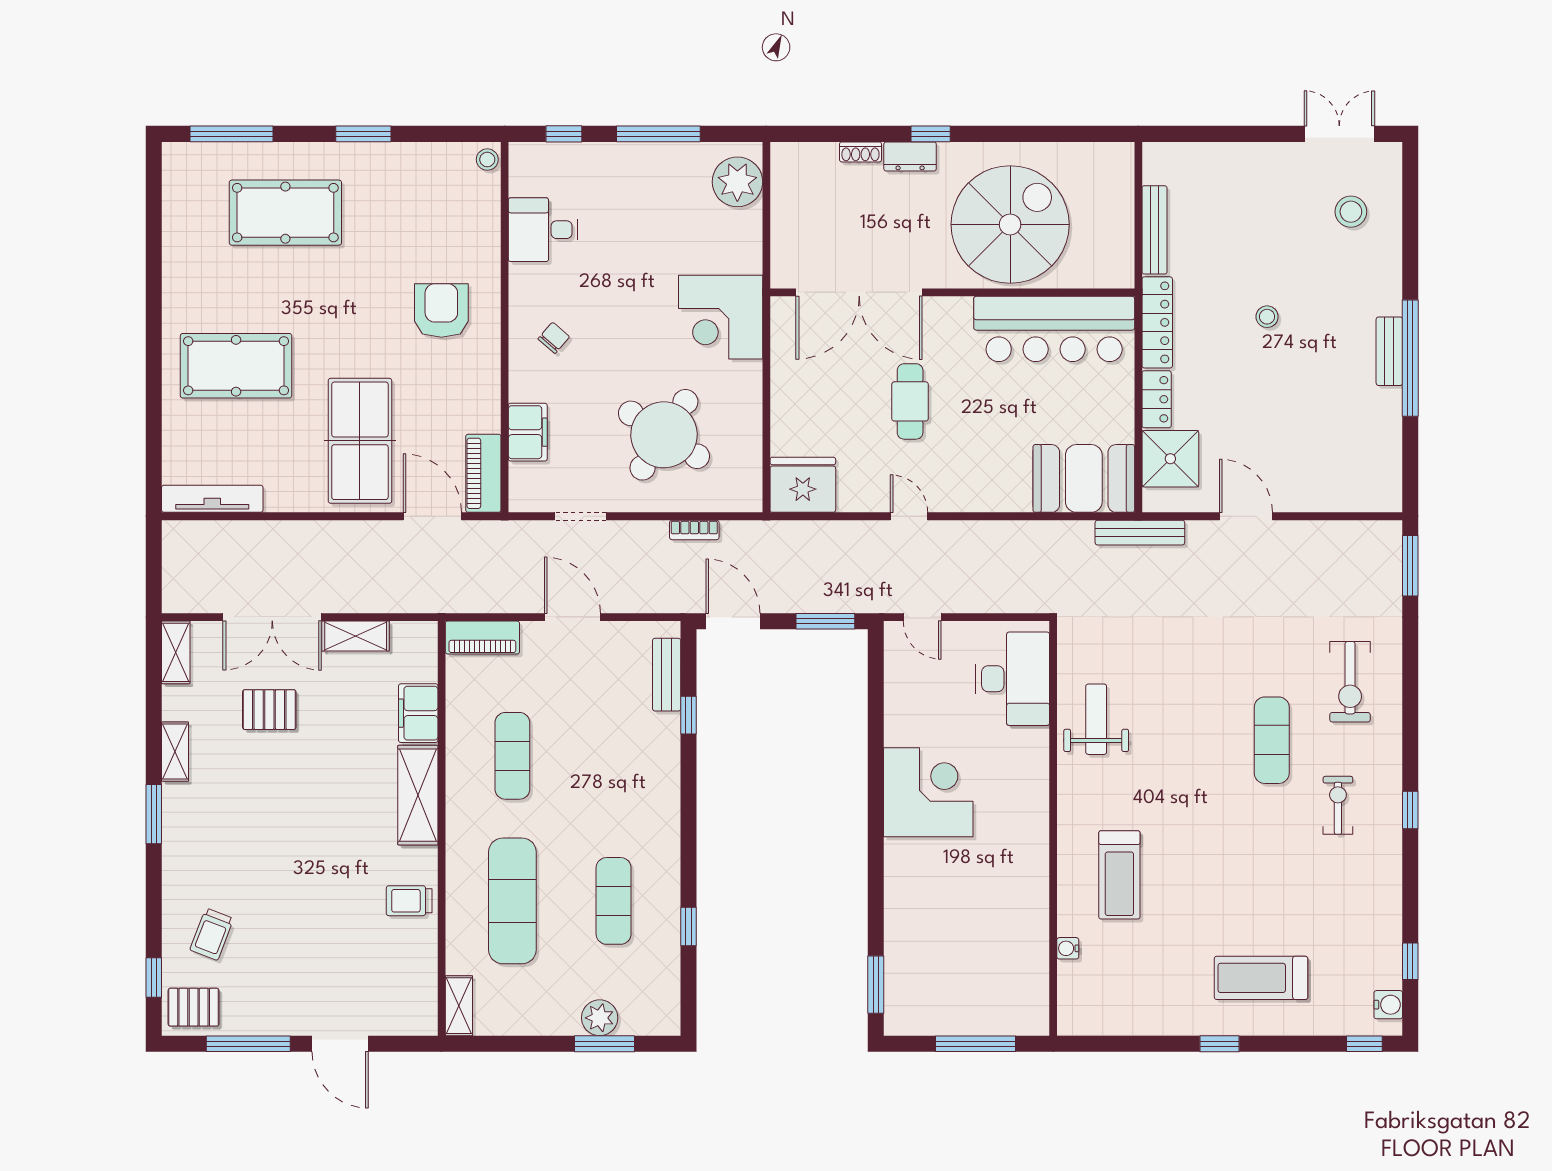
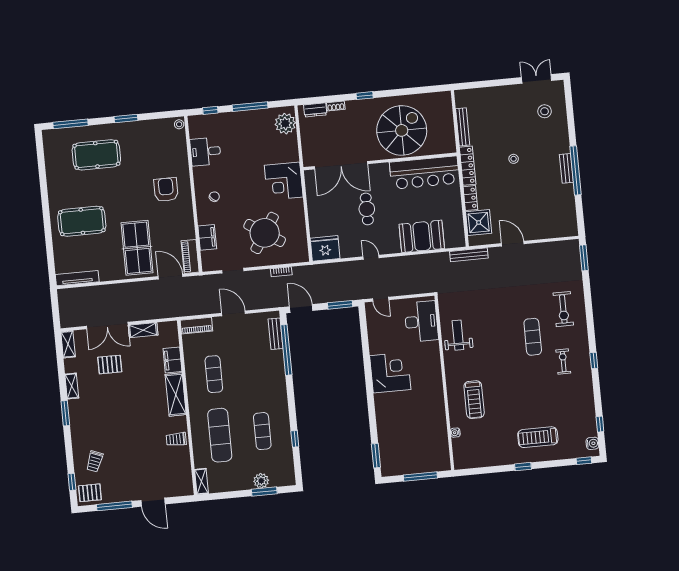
dresser: (910, 156) -> (315, 110), moved
booth: (1084, 478) -> (422, 236), moved
window: (688, 715) -> (286, 350), width x3.17

